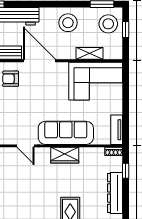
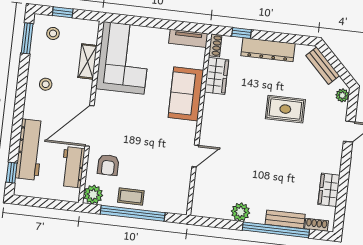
stool: (68, 23) -> (46, 84), width x0.53, depth x0.53
stool: (108, 24) -> (53, 33), width x0.53, depth x0.53
sofa: (66, 133) -> (186, 94), width x0.73
wardrobe: (65, 155) -> (217, 76), moved

